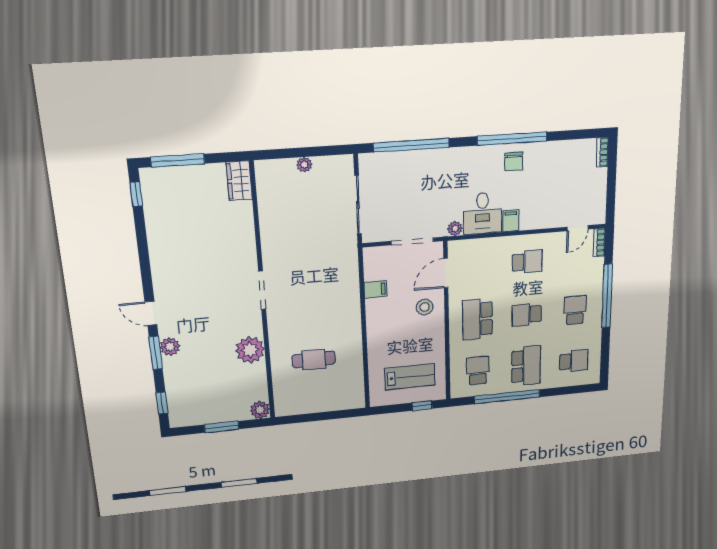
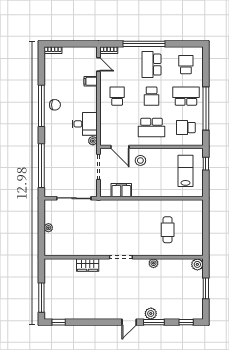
wardrobe: (239, 181) -> (88, 265), moved
filing cabinet: (511, 221) -> (91, 81), moved
filing cabinet: (375, 289) -> (121, 190), width x2.00
school desk: (575, 310) -> (152, 65), width x1.85
plant: (250, 350) -> (153, 263), width x0.53, depth x0.53

